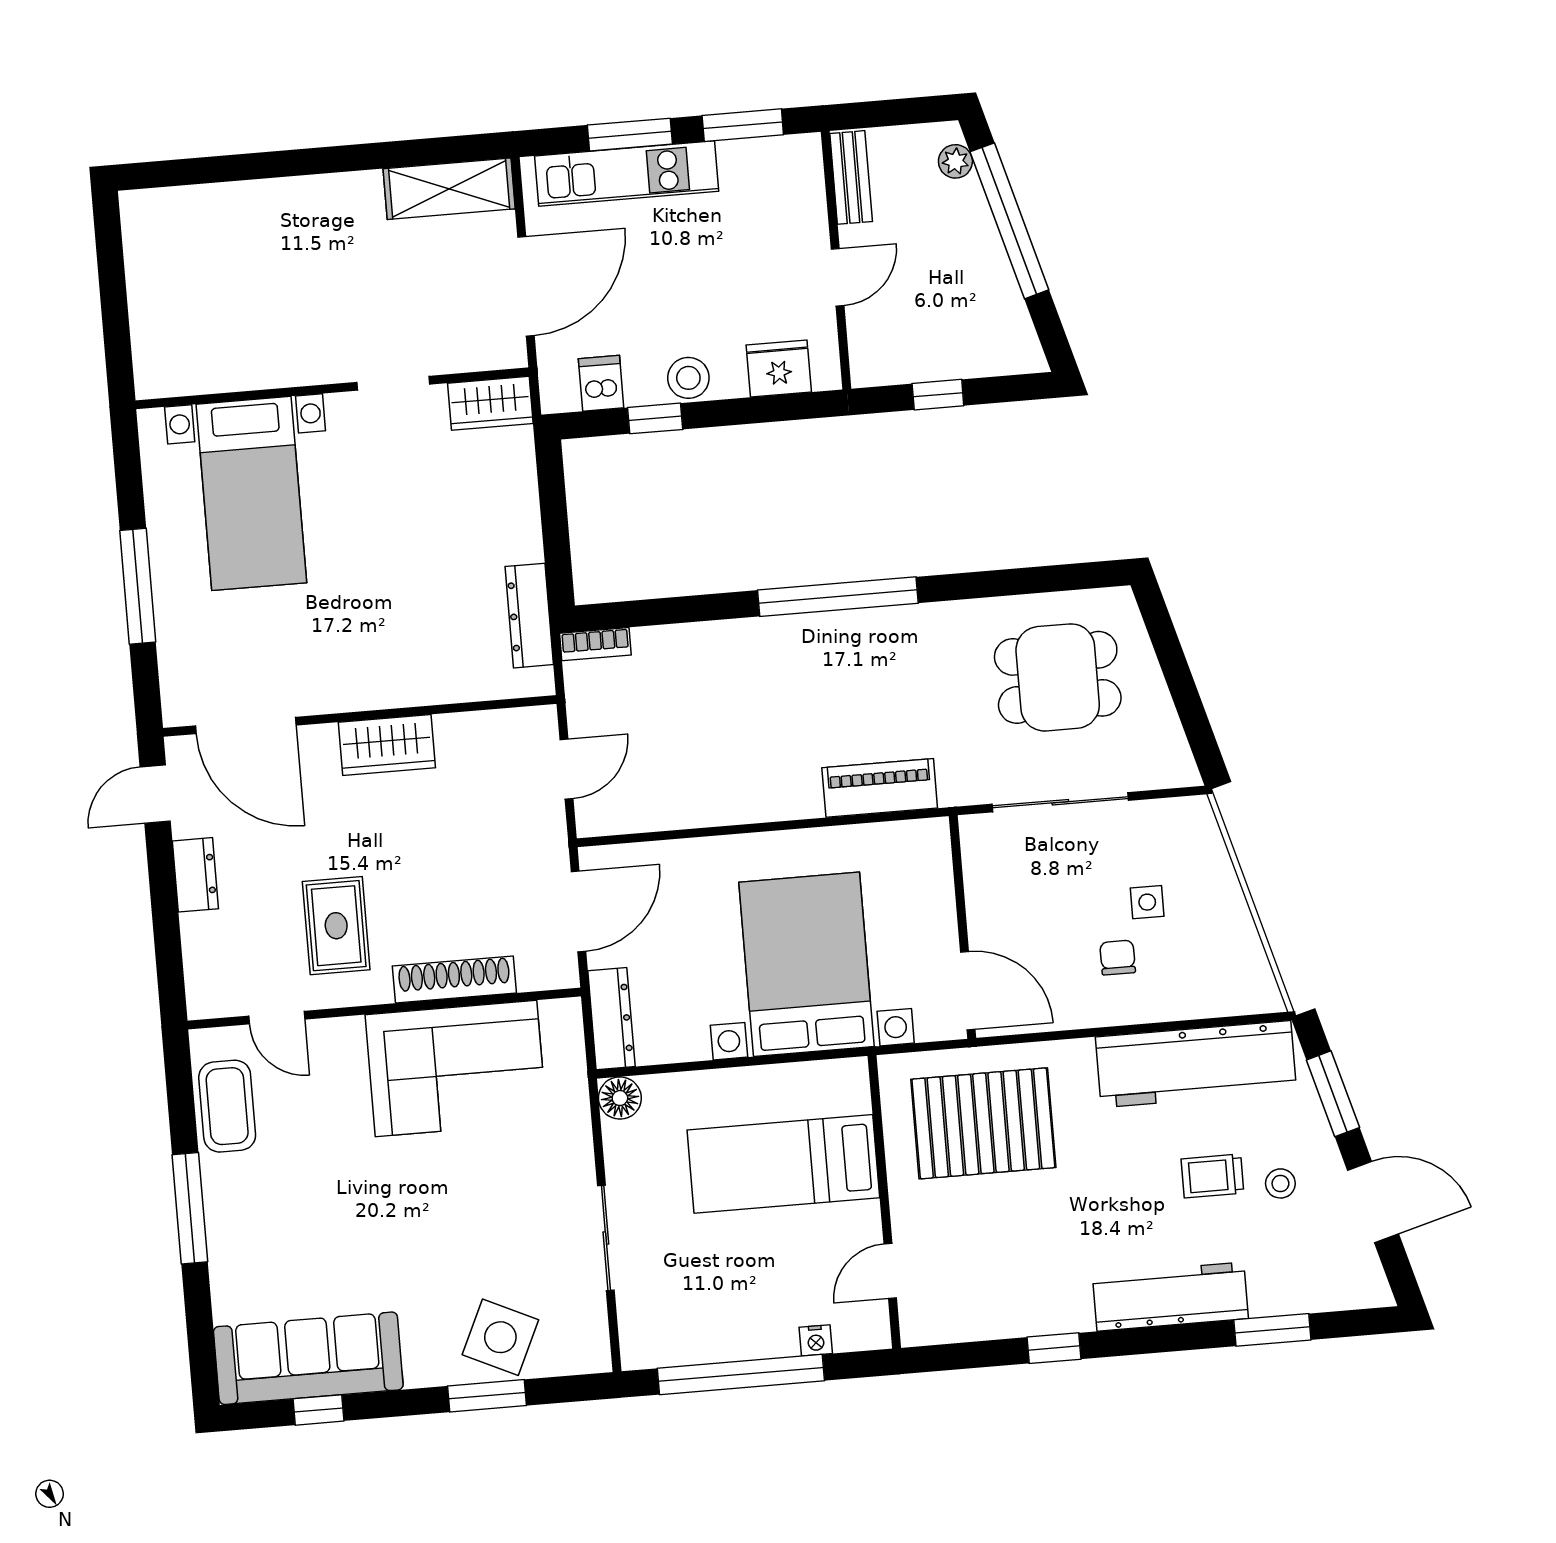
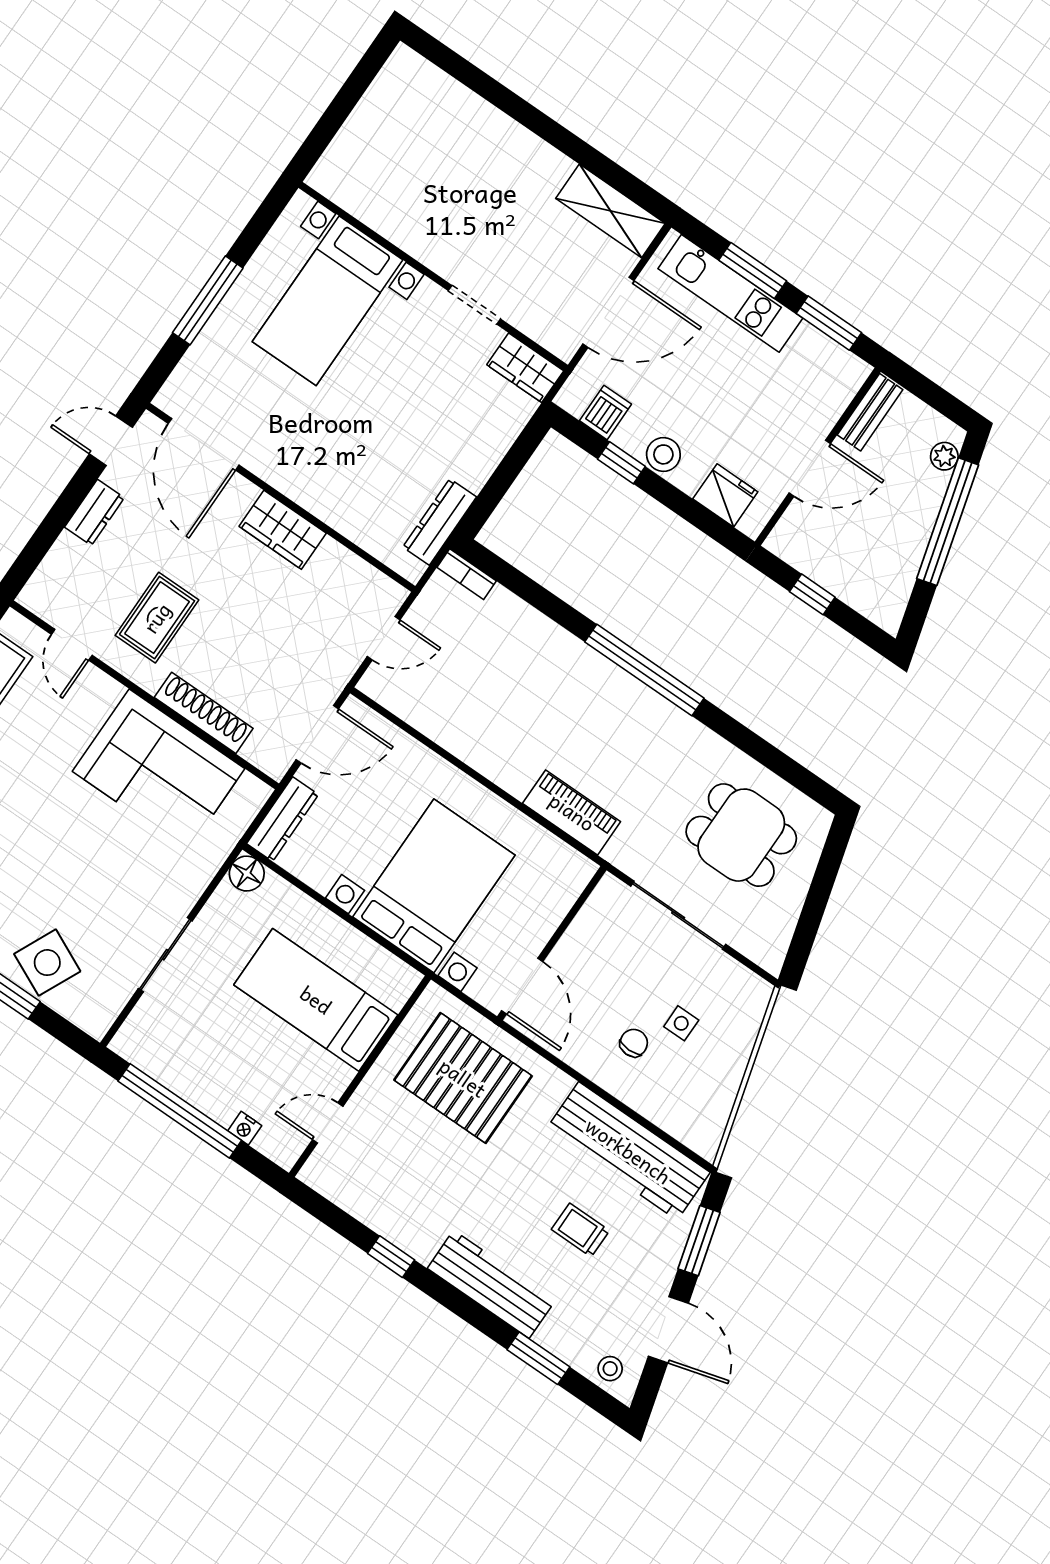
door: (838, 277) -> (810, 468), width x1.38
stool: (1280, 1183) -> (610, 1369), moved

